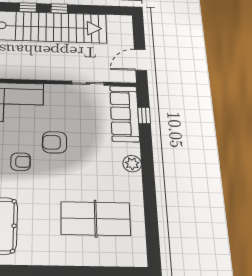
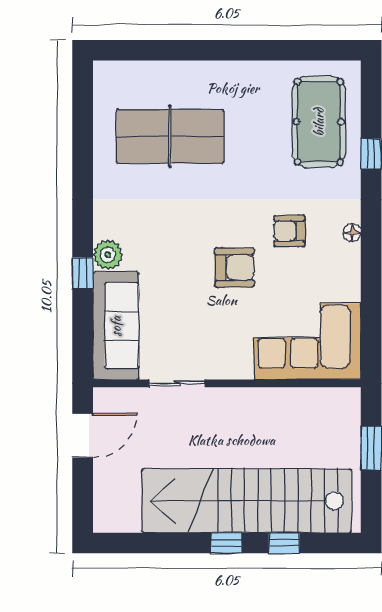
window: (144, 115) -> (83, 273), moved
plant: (132, 164) -> (108, 255), moved

